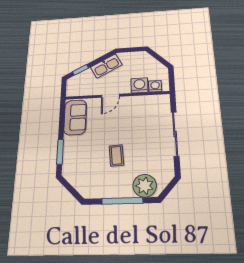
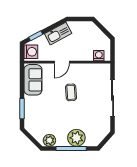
washing machine: (139, 85) -> (31, 52), moved, turned 90
coffee table: (116, 155) -> (71, 92), moved
plant: (145, 186) -> (76, 138), moved
plant: (94, 191) -> (49, 140), added

